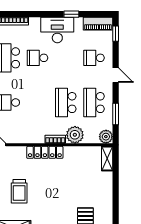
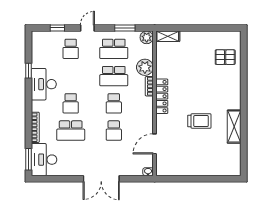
piano: (98, 24) -> (38, 45), removed
window: (116, 34) -> (57, 28), moved
school desk: (37, 103) -> (114, 103), added

